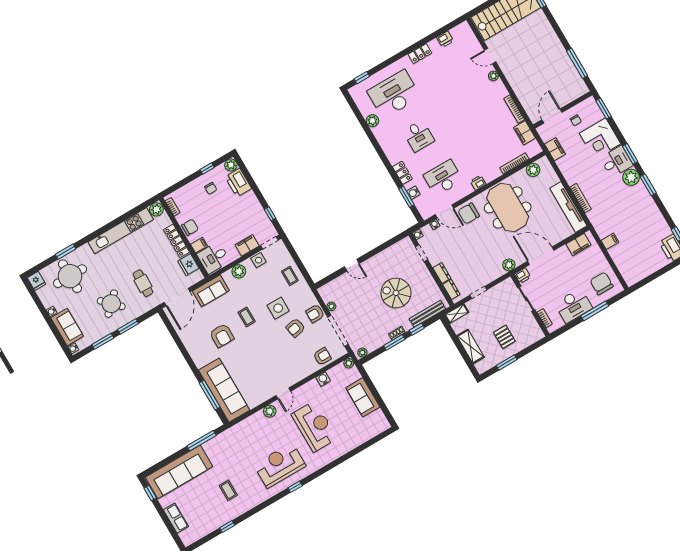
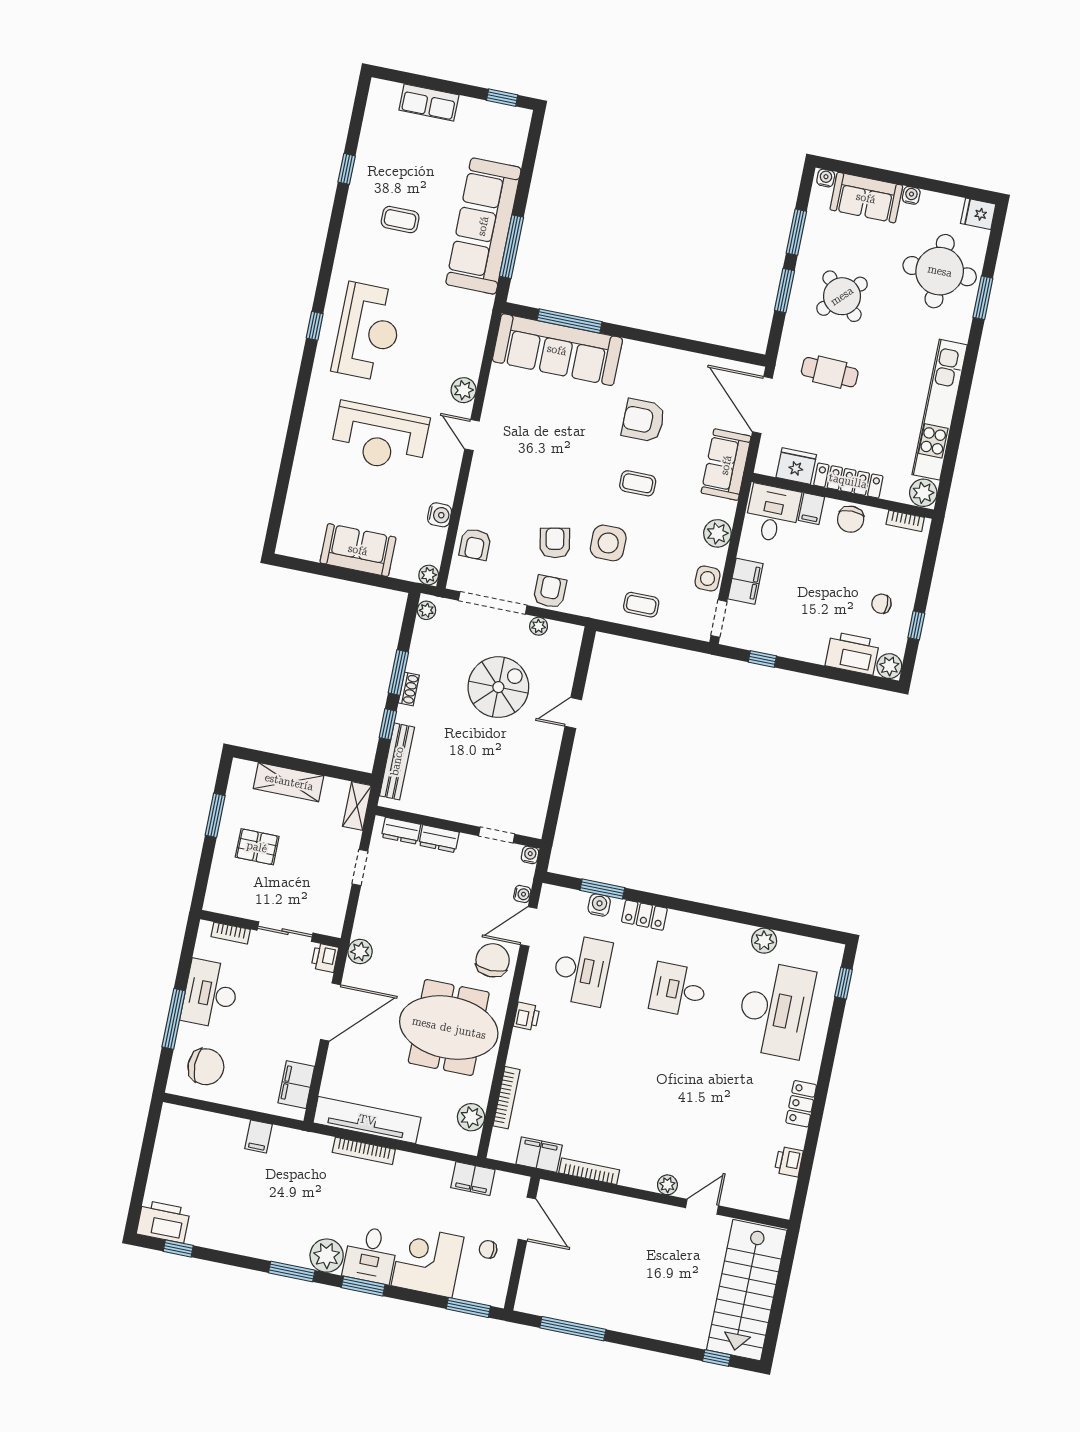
spiral stairs: (396, 293) -> (498, 687), moved
sofa: (179, 472) -> (483, 226), moved

